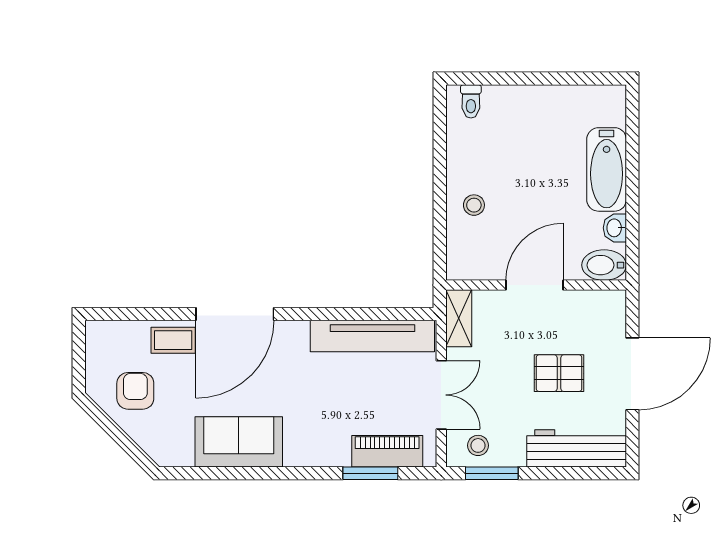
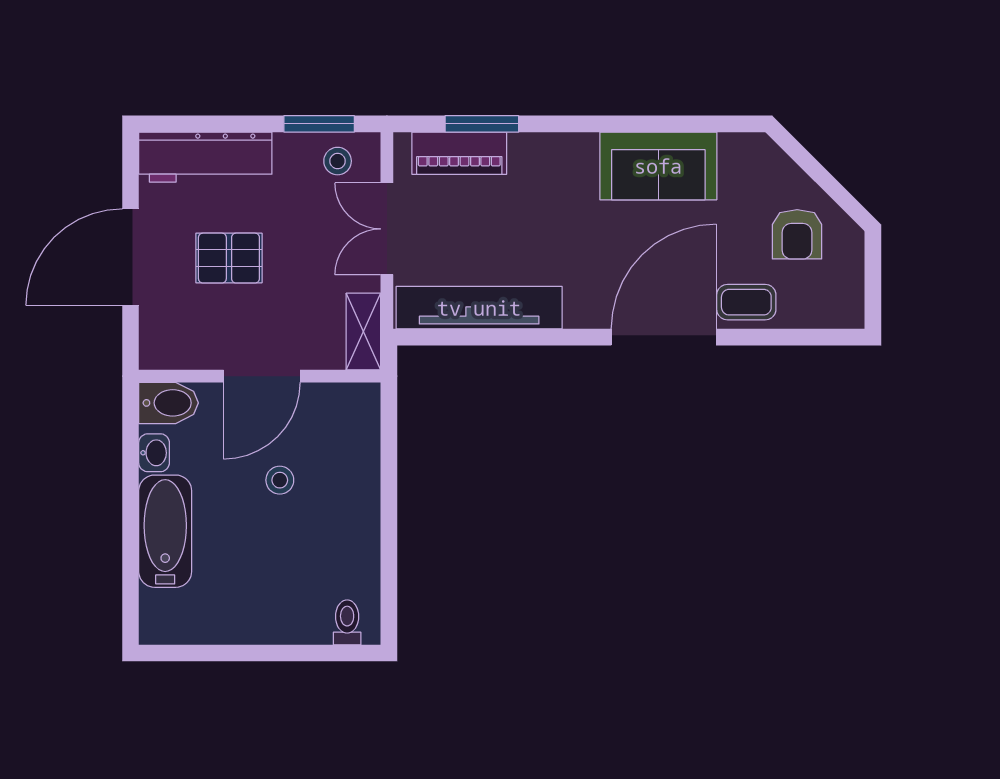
stool: (474, 205) -> (280, 480), moved

